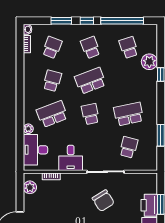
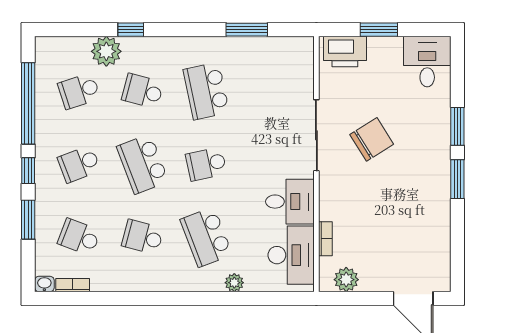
school desk: (129, 147) -> (143, 91), moved
desk: (35, 150) -> (291, 255), moved, turned -90
printer: (149, 205) -> (345, 51), moved

